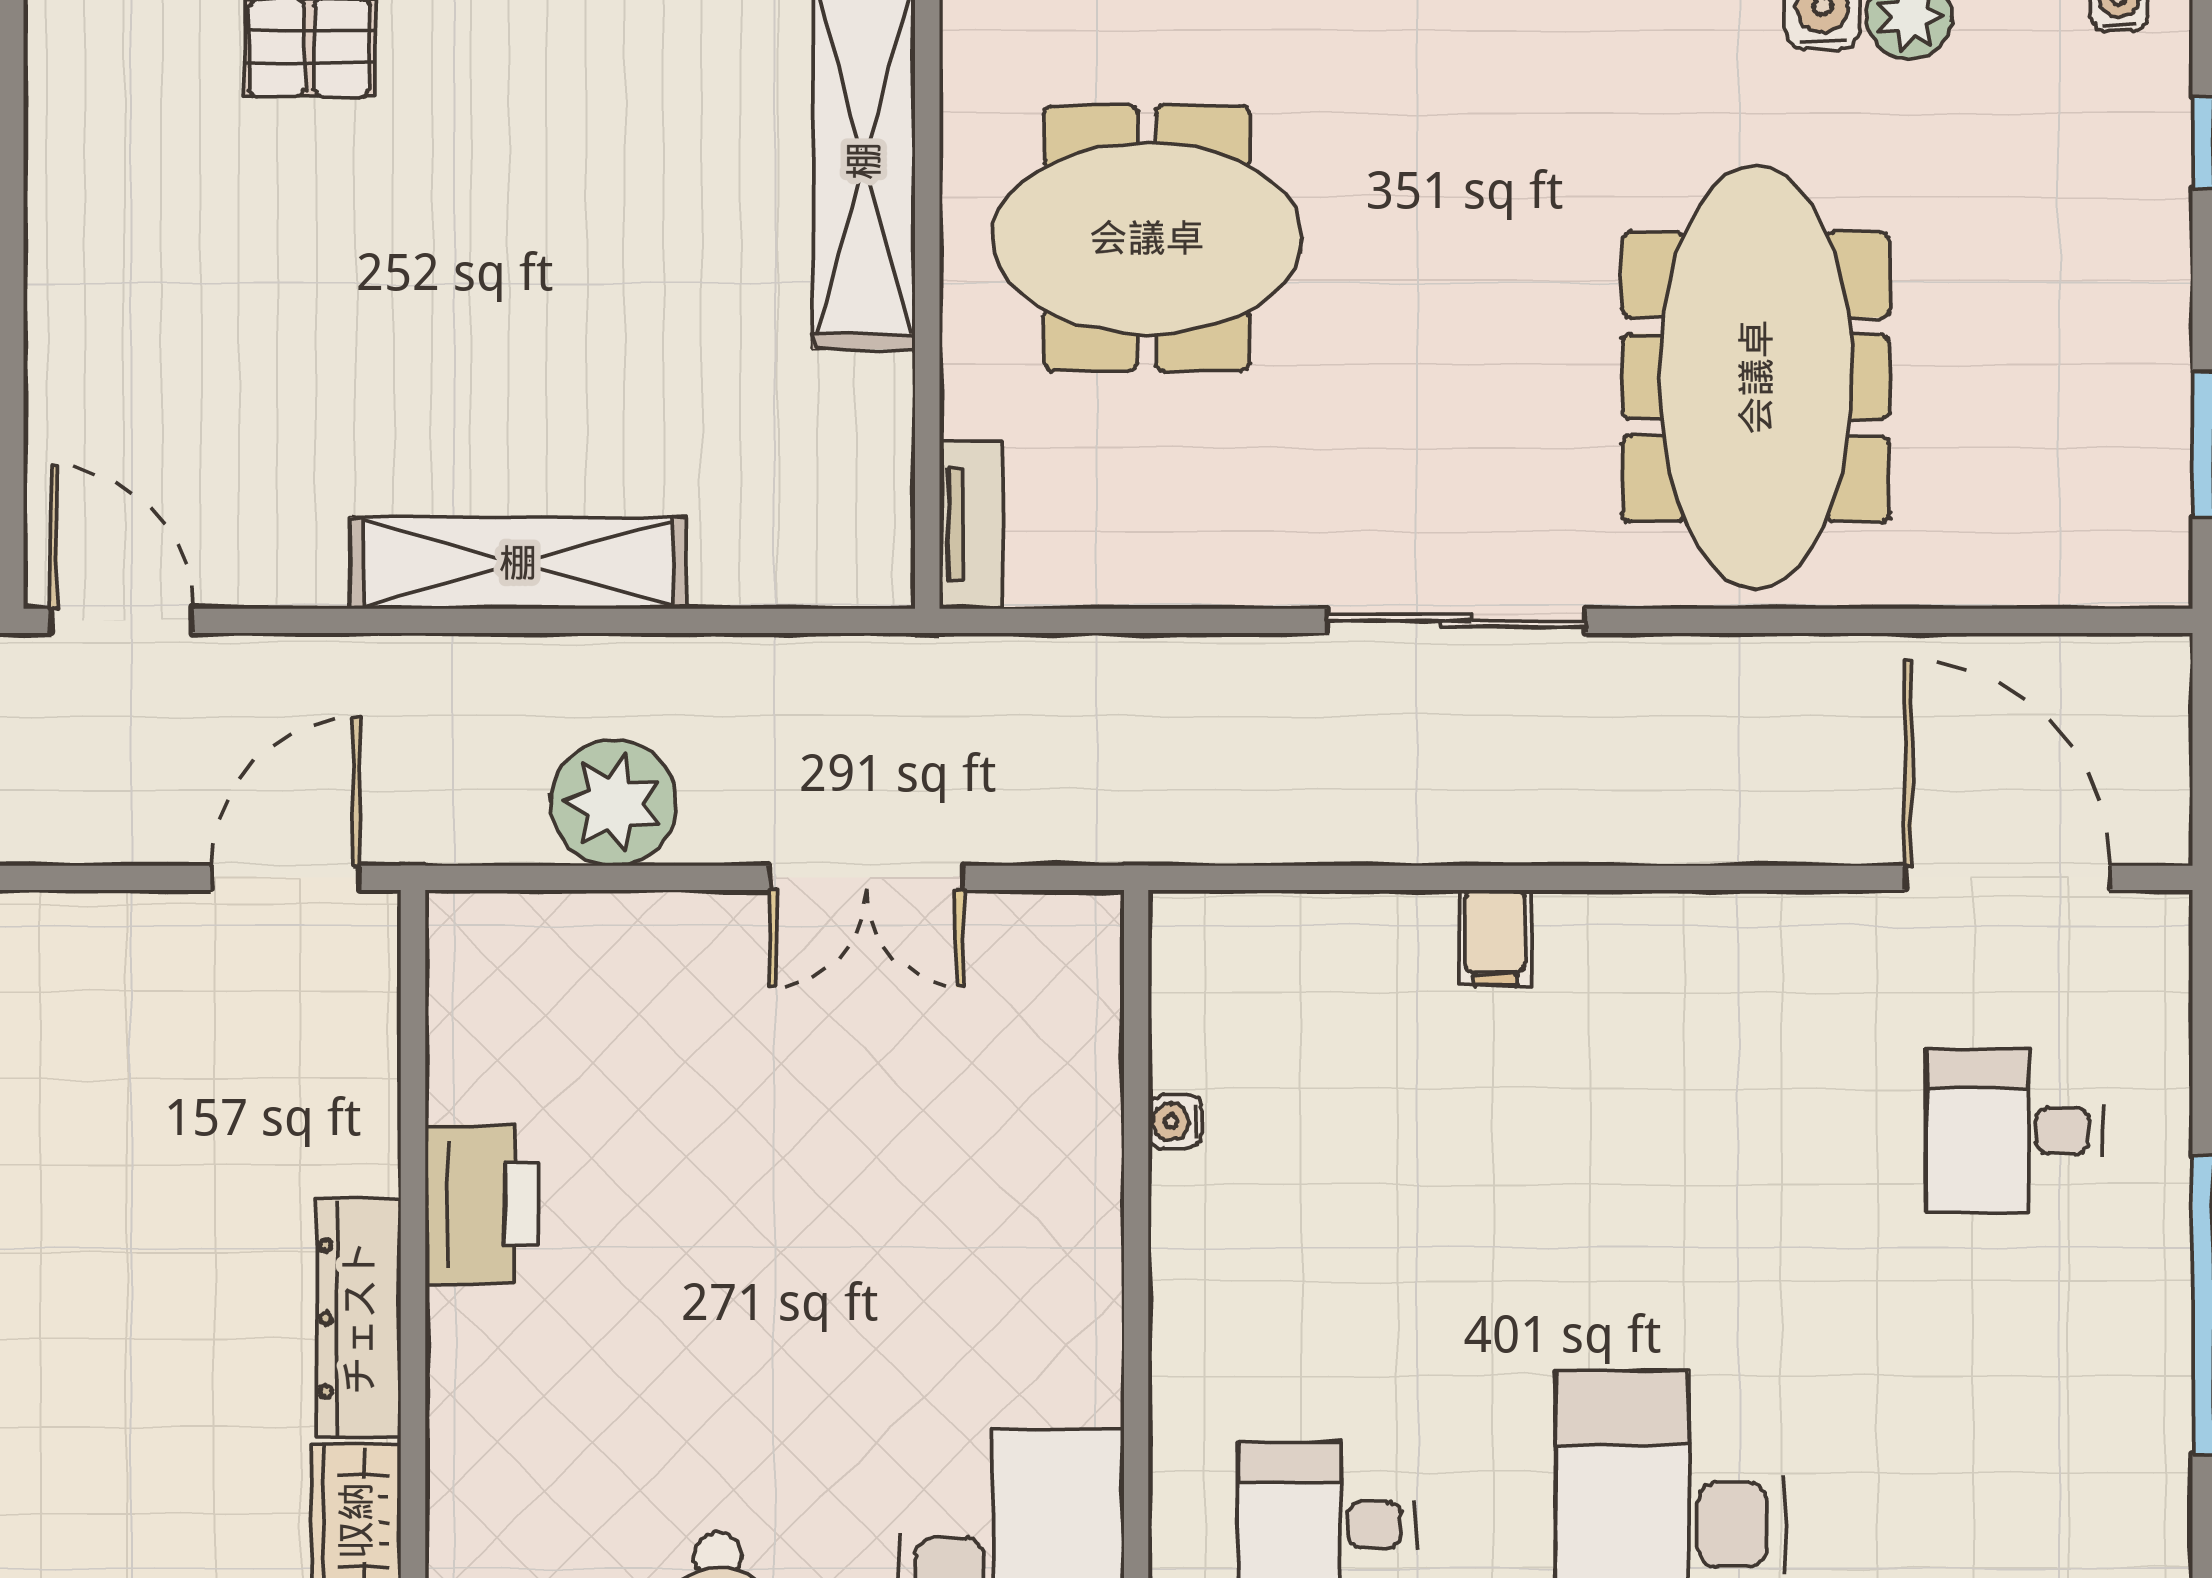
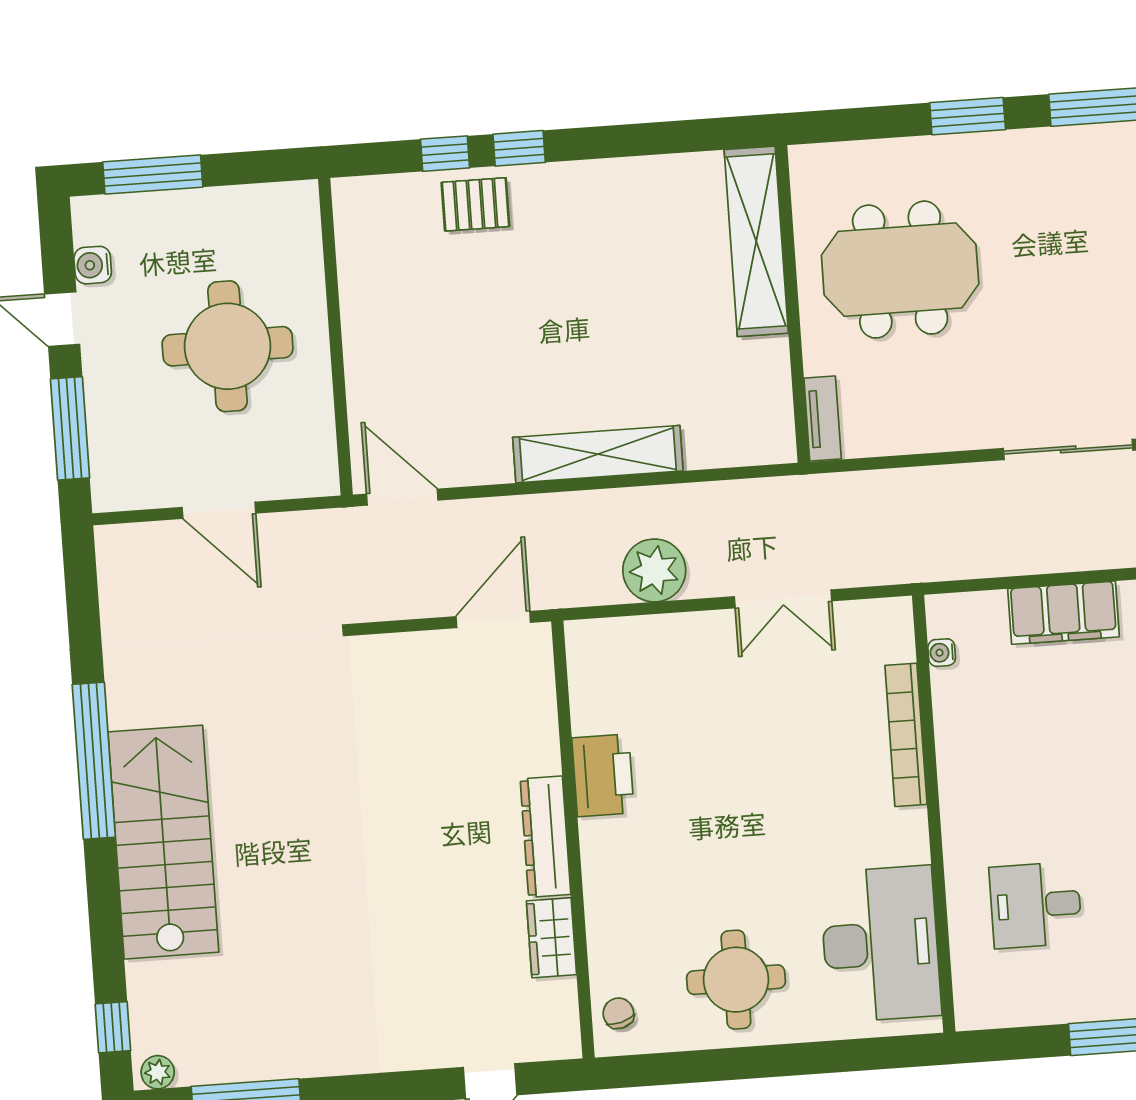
filing cabinet: (1495, 938) -> (1063, 613), width x3.00, depth x1.17
water cooler: (1175, 1122) -> (942, 653), moved
bookcase: (1092, 1167) -> (906, 735), added

